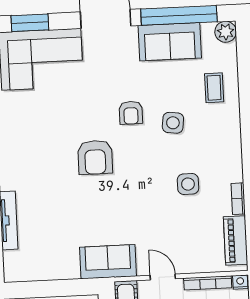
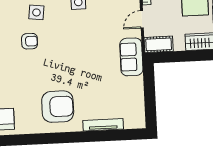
armchair: (95, 157) -> (58, 107), moved, width x1.36, depth x1.36

